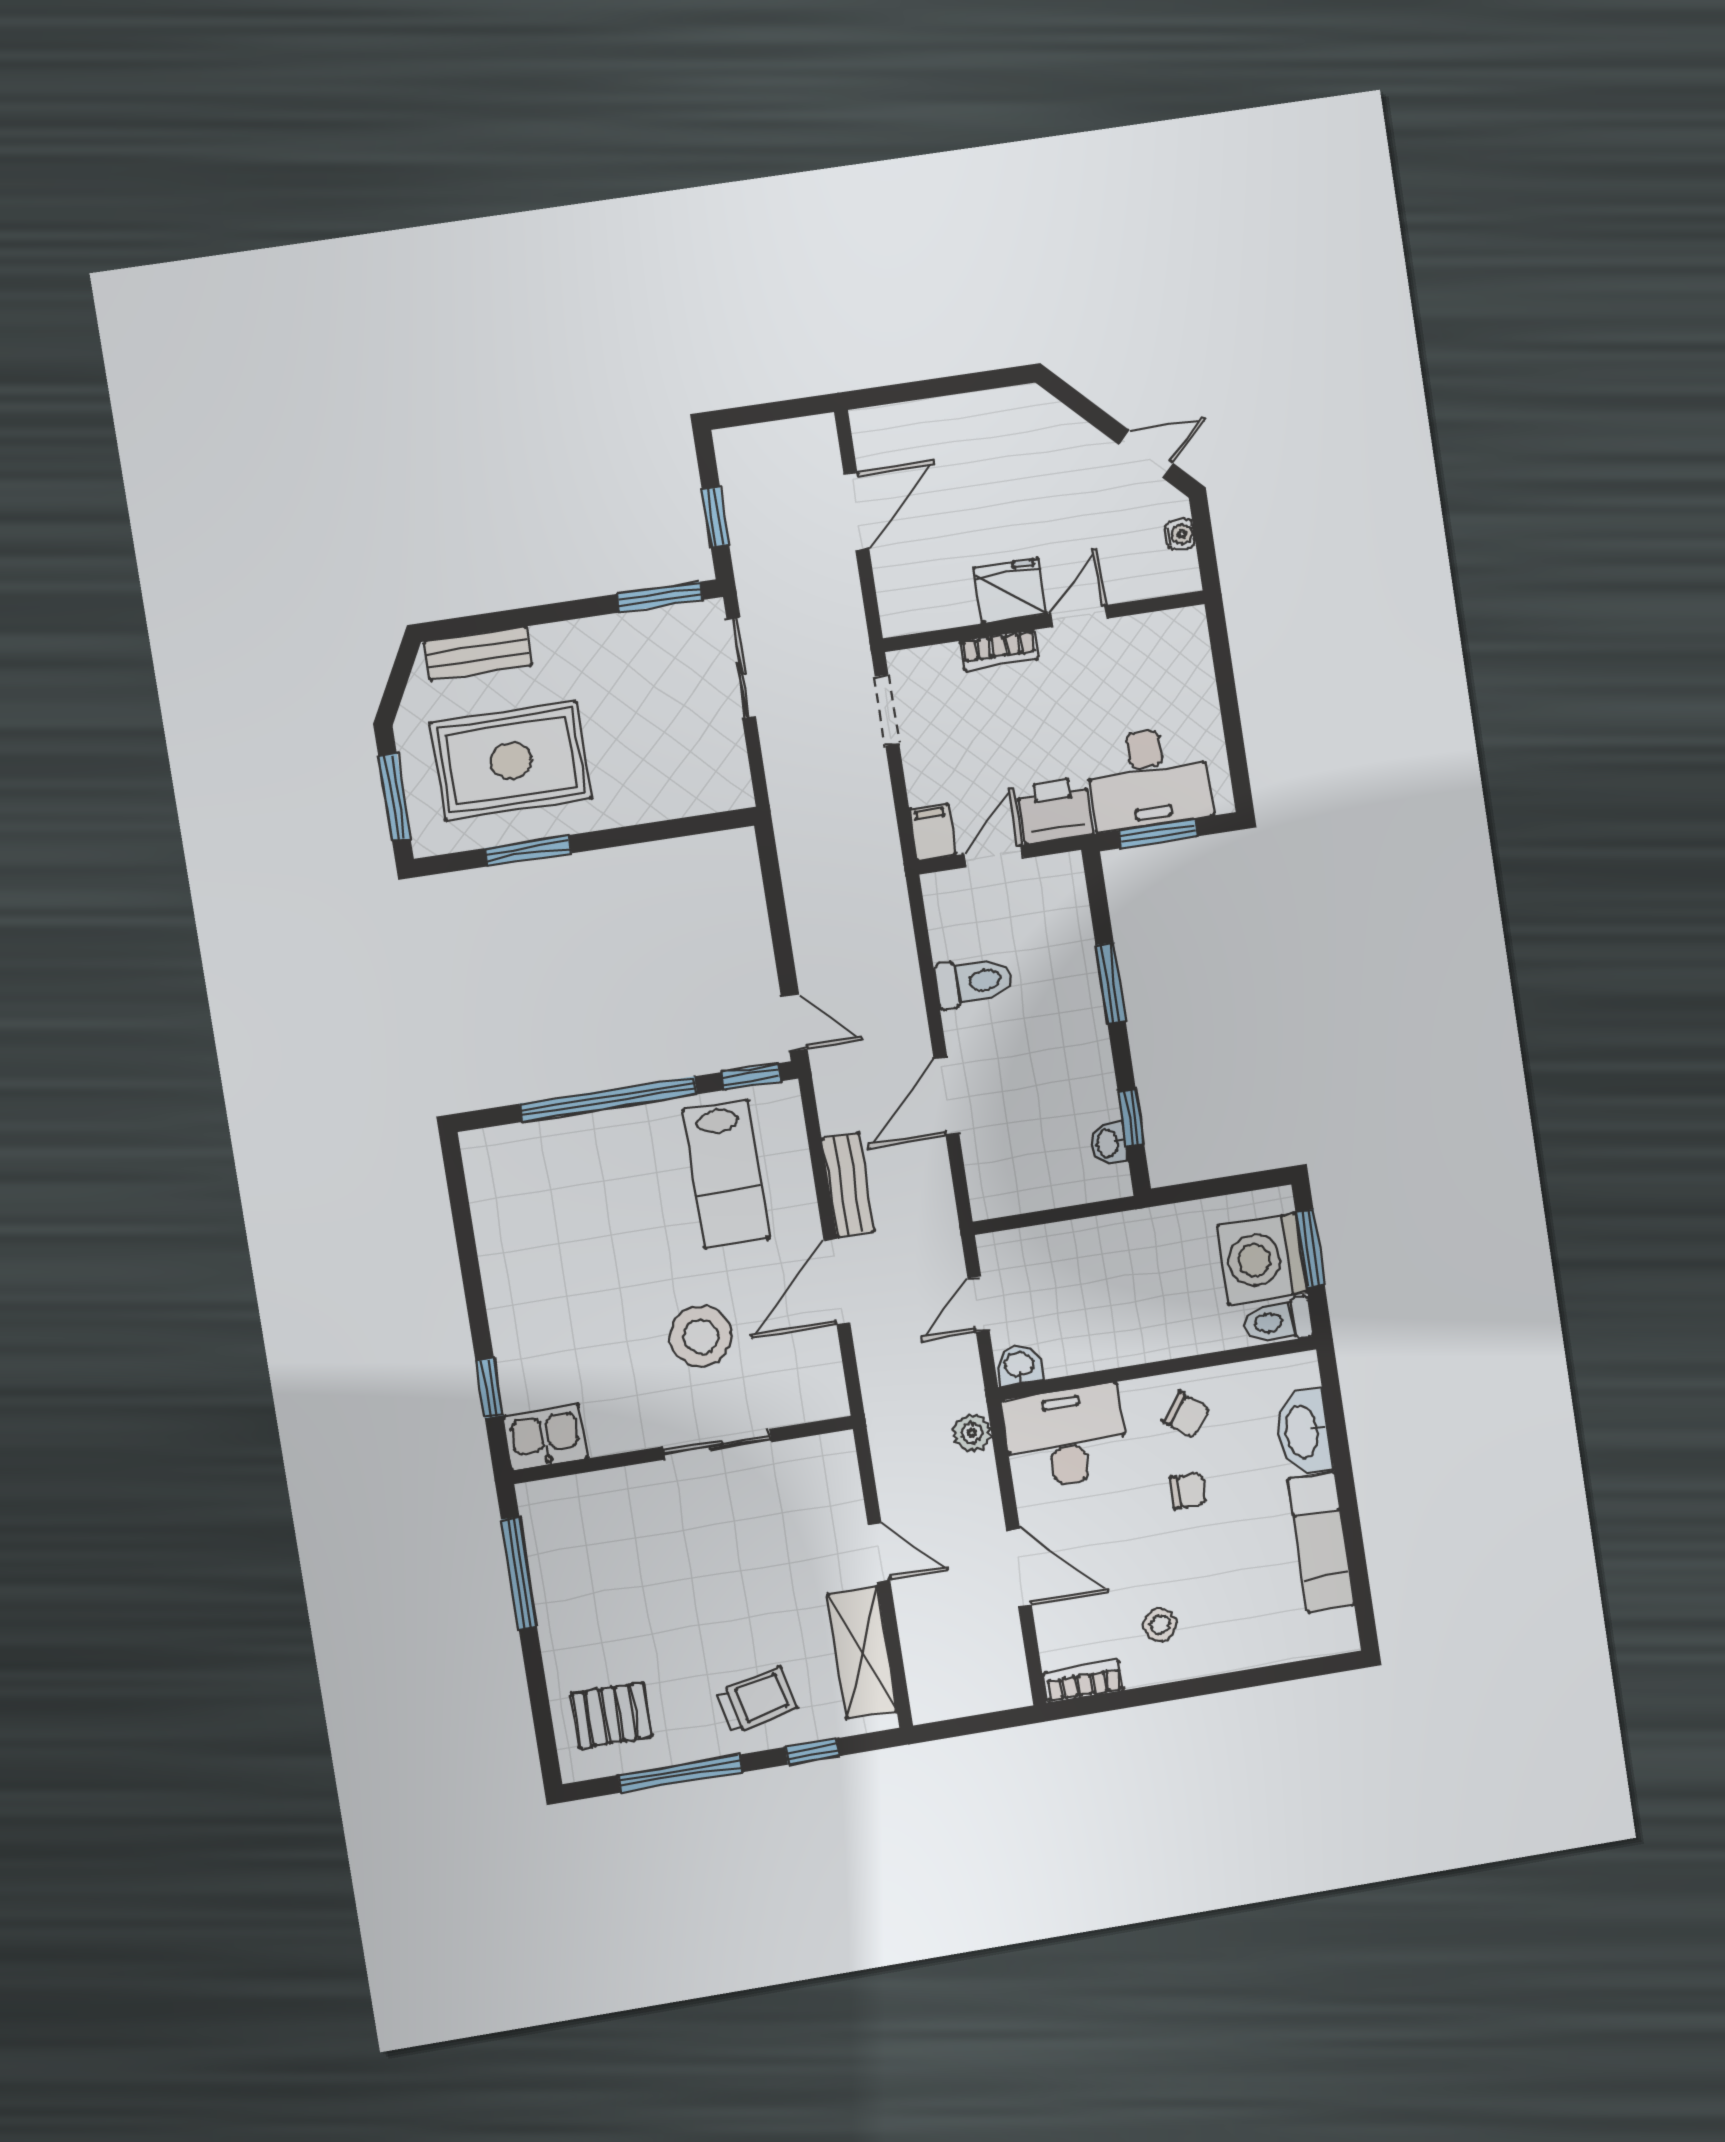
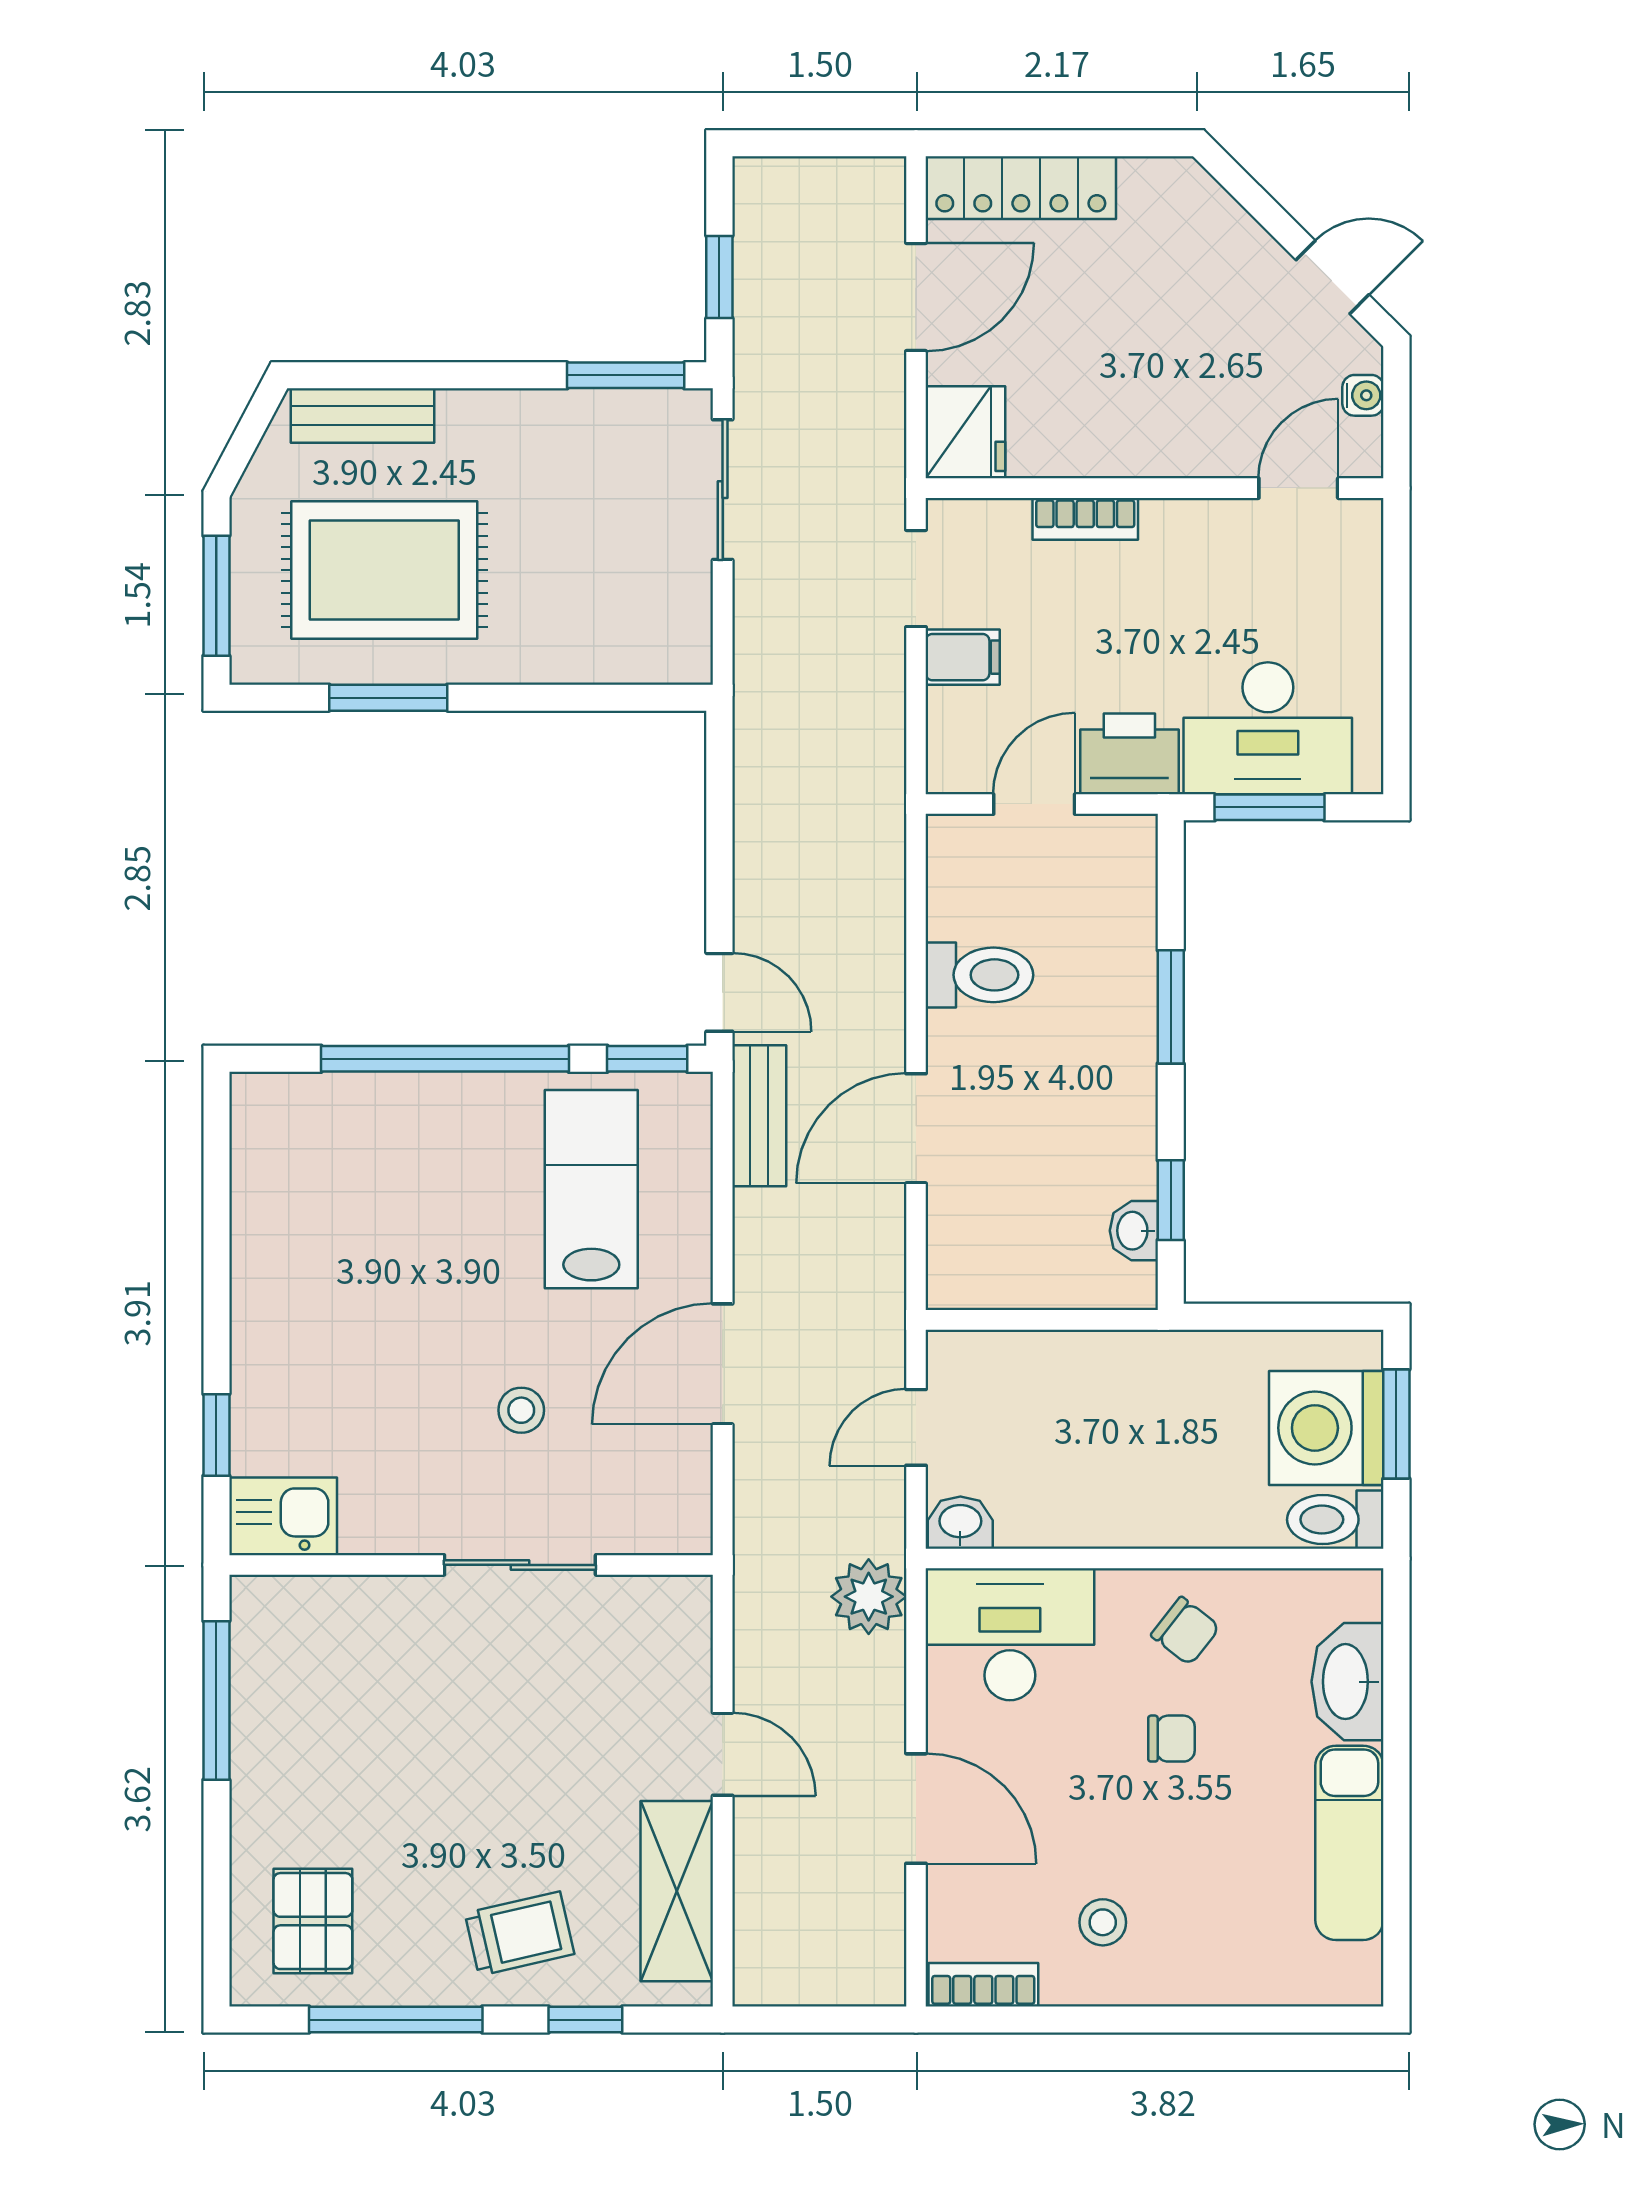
locker: (918, 423) -> (1021, 188), added
fridge: (1010, 591) -> (965, 432), moved, turned 90
door: (1079, 616) -> (1298, 488), moved
filing cabinet: (933, 832) -> (963, 657), moved, turned 90
lab bench: (726, 1174) -> (591, 1189), turned 180
bench: (848, 1185) -> (759, 1116), moved
stool: (701, 1336) -> (521, 1410), width x0.53, depth x0.53
plant: (972, 1433) -> (869, 1597), width x1.38, depth x1.38
pallet: (611, 1715) -> (313, 1921), turned 90

